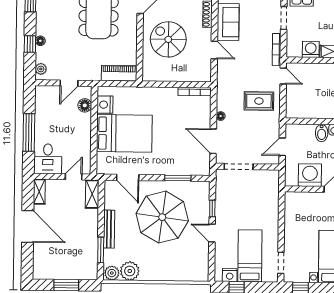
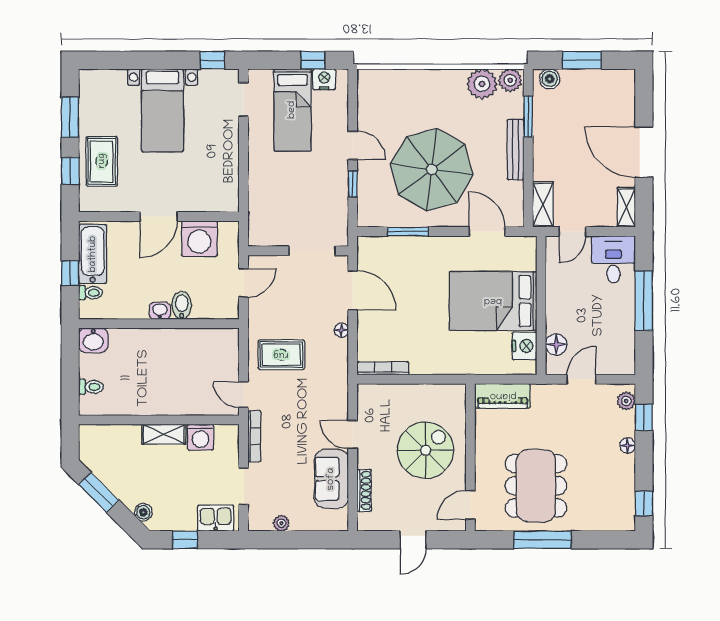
spiral stairs: (168, 39) -> (426, 450), turned -90
window: (30, 44) -> (644, 417), moved
boiler: (87, 274) -> (550, 79), added

